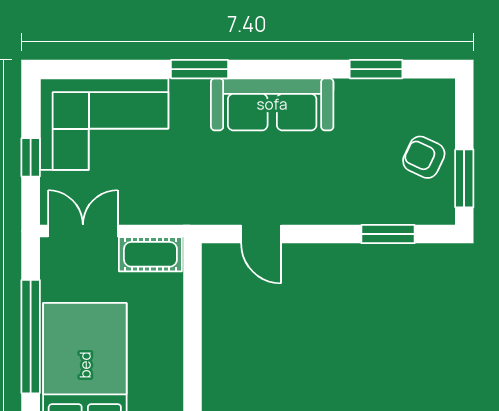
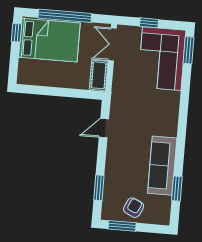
window: (199, 69) -> (189, 50), moved
sofa: (272, 104) -> (162, 166), moved
double door: (83, 231) -> (112, 44), swing flipped

